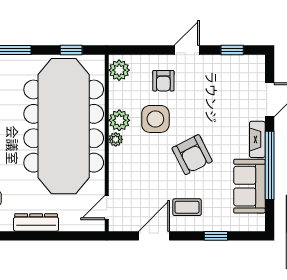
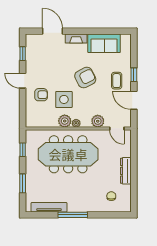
plant: (119, 70) -> (98, 121), moved
meeting table: (64, 126) -> (68, 154), width x0.73, depth x0.79
window: (270, 165) -> (92, 31), removed
window: (216, 236) -> (134, 75), moved

